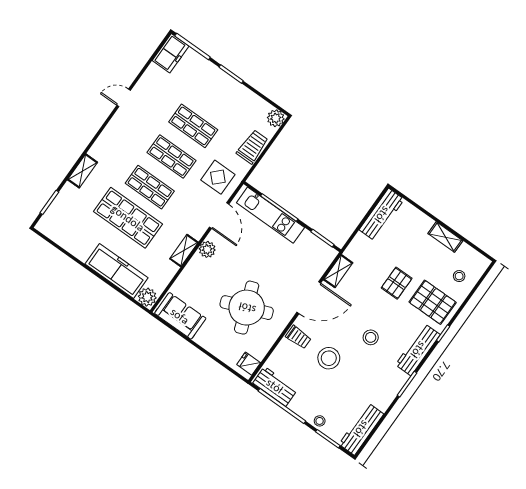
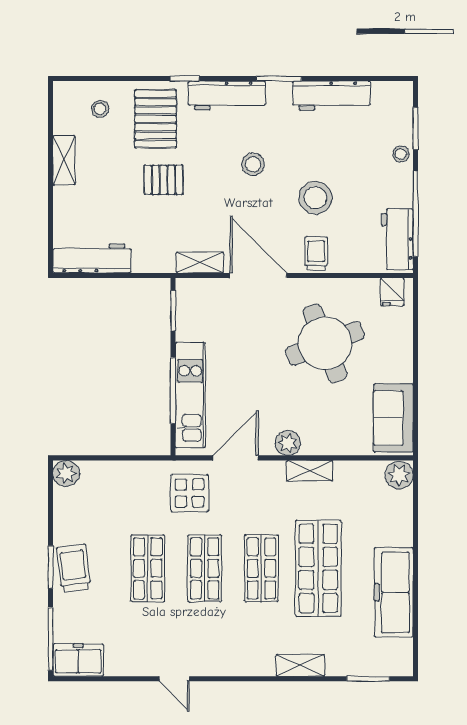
trolley: (252, 147) -> (74, 568), moved, turned 83
freezer: (117, 271) -> (394, 592), moved
workbench: (361, 429) -> (332, 95), moved

